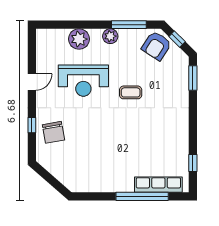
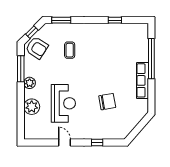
coffee table: (131, 92) -> (70, 50), moved
chair: (53, 132) -> (107, 102), moved
window: (193, 163) -> (115, 20), moved
row of seats: (158, 185) -> (142, 80), moved

